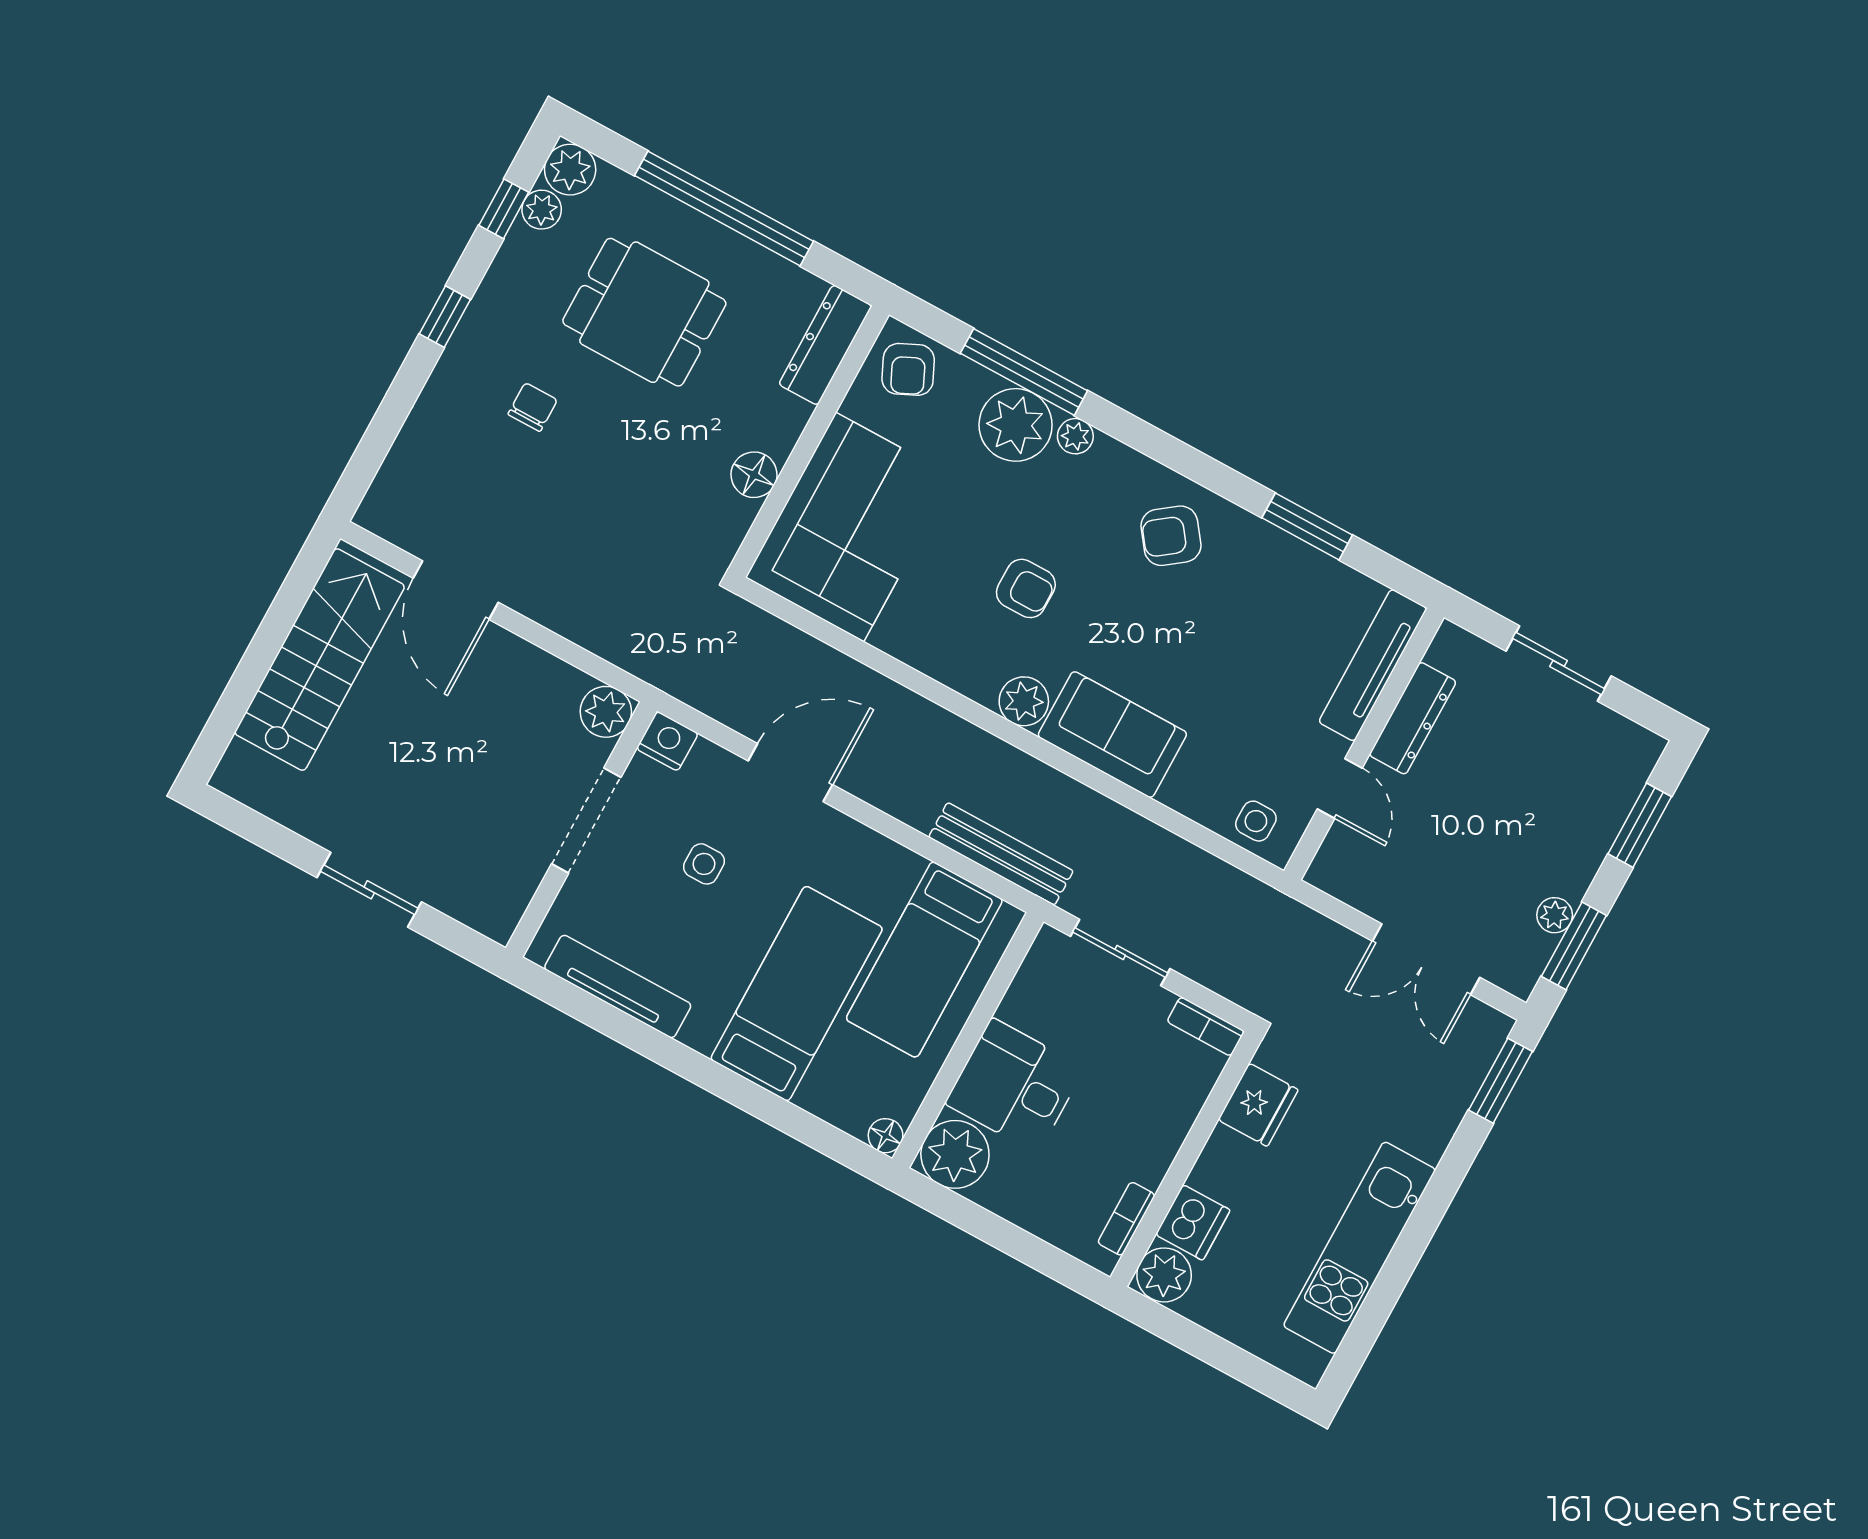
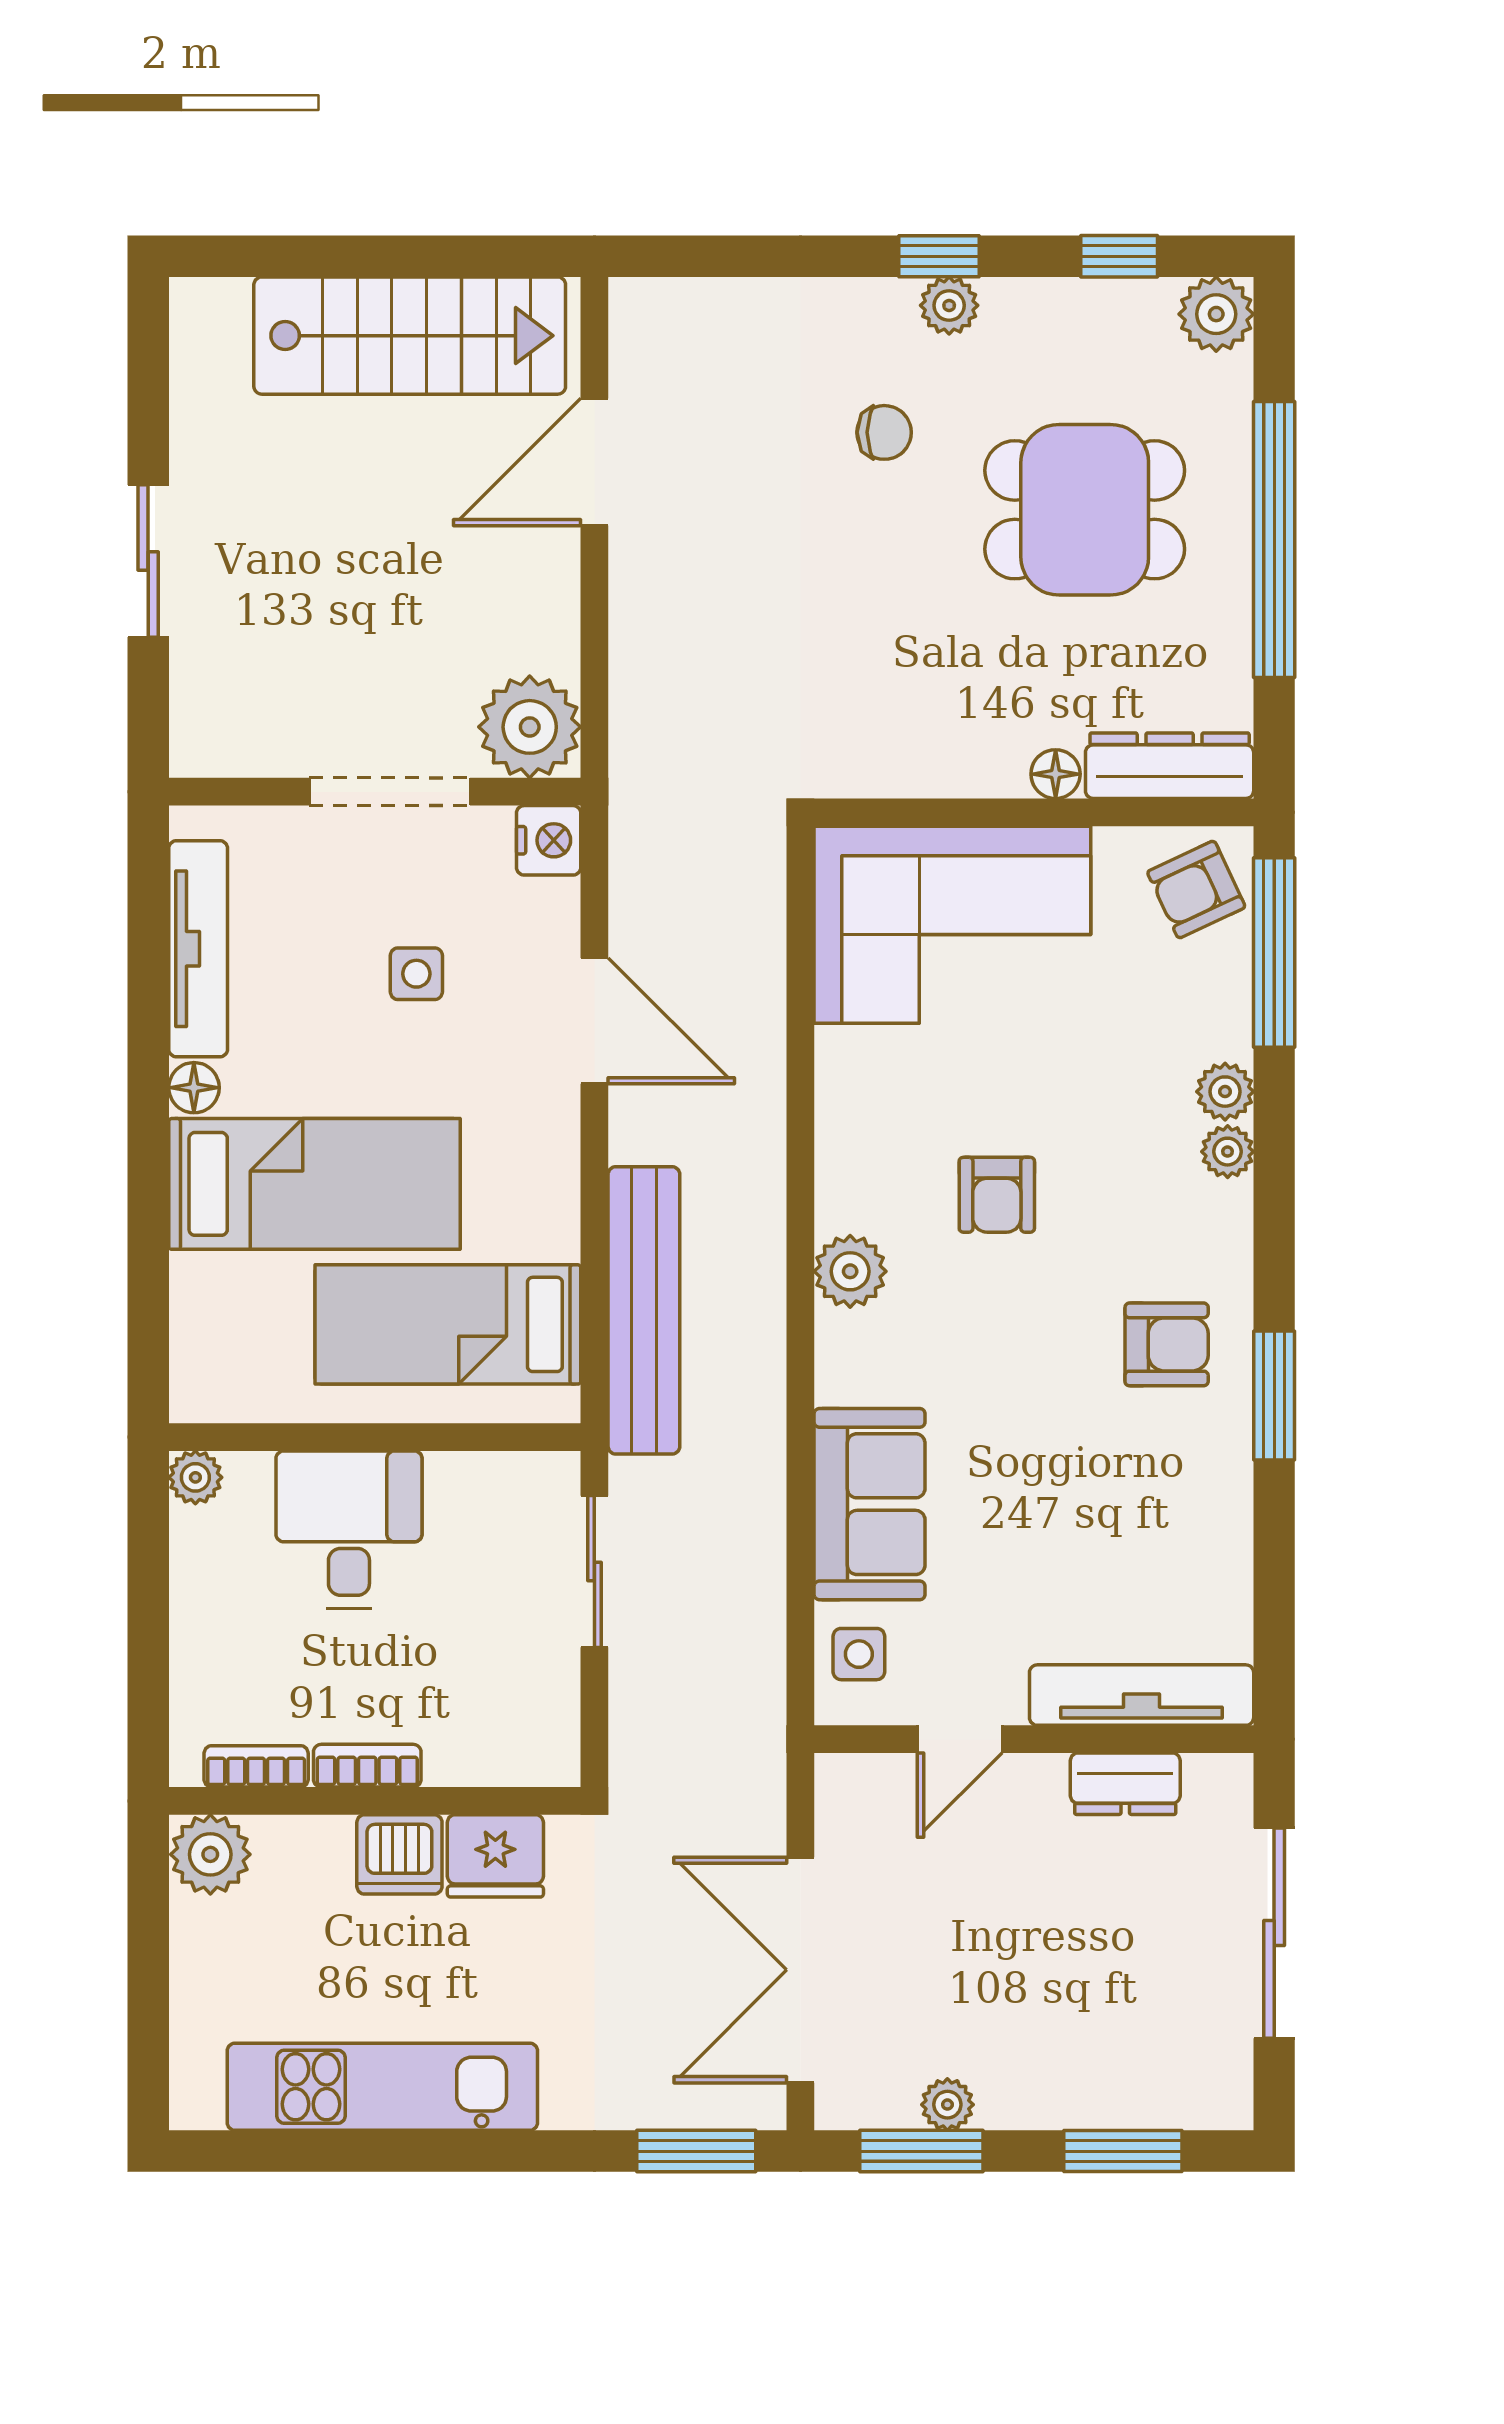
plant: (542, 210) -> (949, 305), moved
dining table: (644, 312) -> (1085, 510), turned 90
window: (1024, 372) -> (1274, 952), moved
plant: (1016, 425) -> (1225, 1092), width x0.53, depth x0.53
floor lamp: (754, 475) -> (1056, 774), moved, width x0.73, depth x0.73
window: (1307, 526) -> (1274, 1396), moved
armchair: (1171, 536) -> (1167, 1344), turned 127
sliding door: (1559, 663) -> (1274, 1933), width x1.37
plant: (606, 712) -> (530, 727), width x1.36, depth x1.36
dresser: (1413, 718) -> (1125, 1784), width x0.70
sofa: (1112, 735) -> (870, 1504), moved
bench: (1001, 854) -> (644, 1310), width x1.37, depth x1.21
double door: (1426, 959) -> (800, 1970), width x1.37
bookcase: (1206, 1026) -> (367, 1766), moved, turned 90
floor lamp: (886, 1136) -> (194, 1088), moved
plant: (955, 1154) -> (195, 1477), width x0.53, depth x0.53
dishwasher: (1193, 1222) -> (399, 1854), moved

